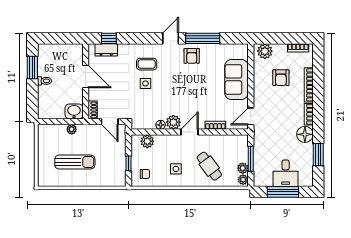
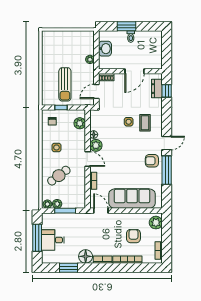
door: (171, 38) -> (167, 143), hinge flipped
window: (32, 68) -> (127, 26), moved
armchair: (281, 78) -> (133, 236), turned 90
sofa: (236, 79) -> (132, 199), width x1.36
washbasin: (74, 111) -> (105, 49), moved
sun lounger: (75, 162) -> (65, 84), moved

